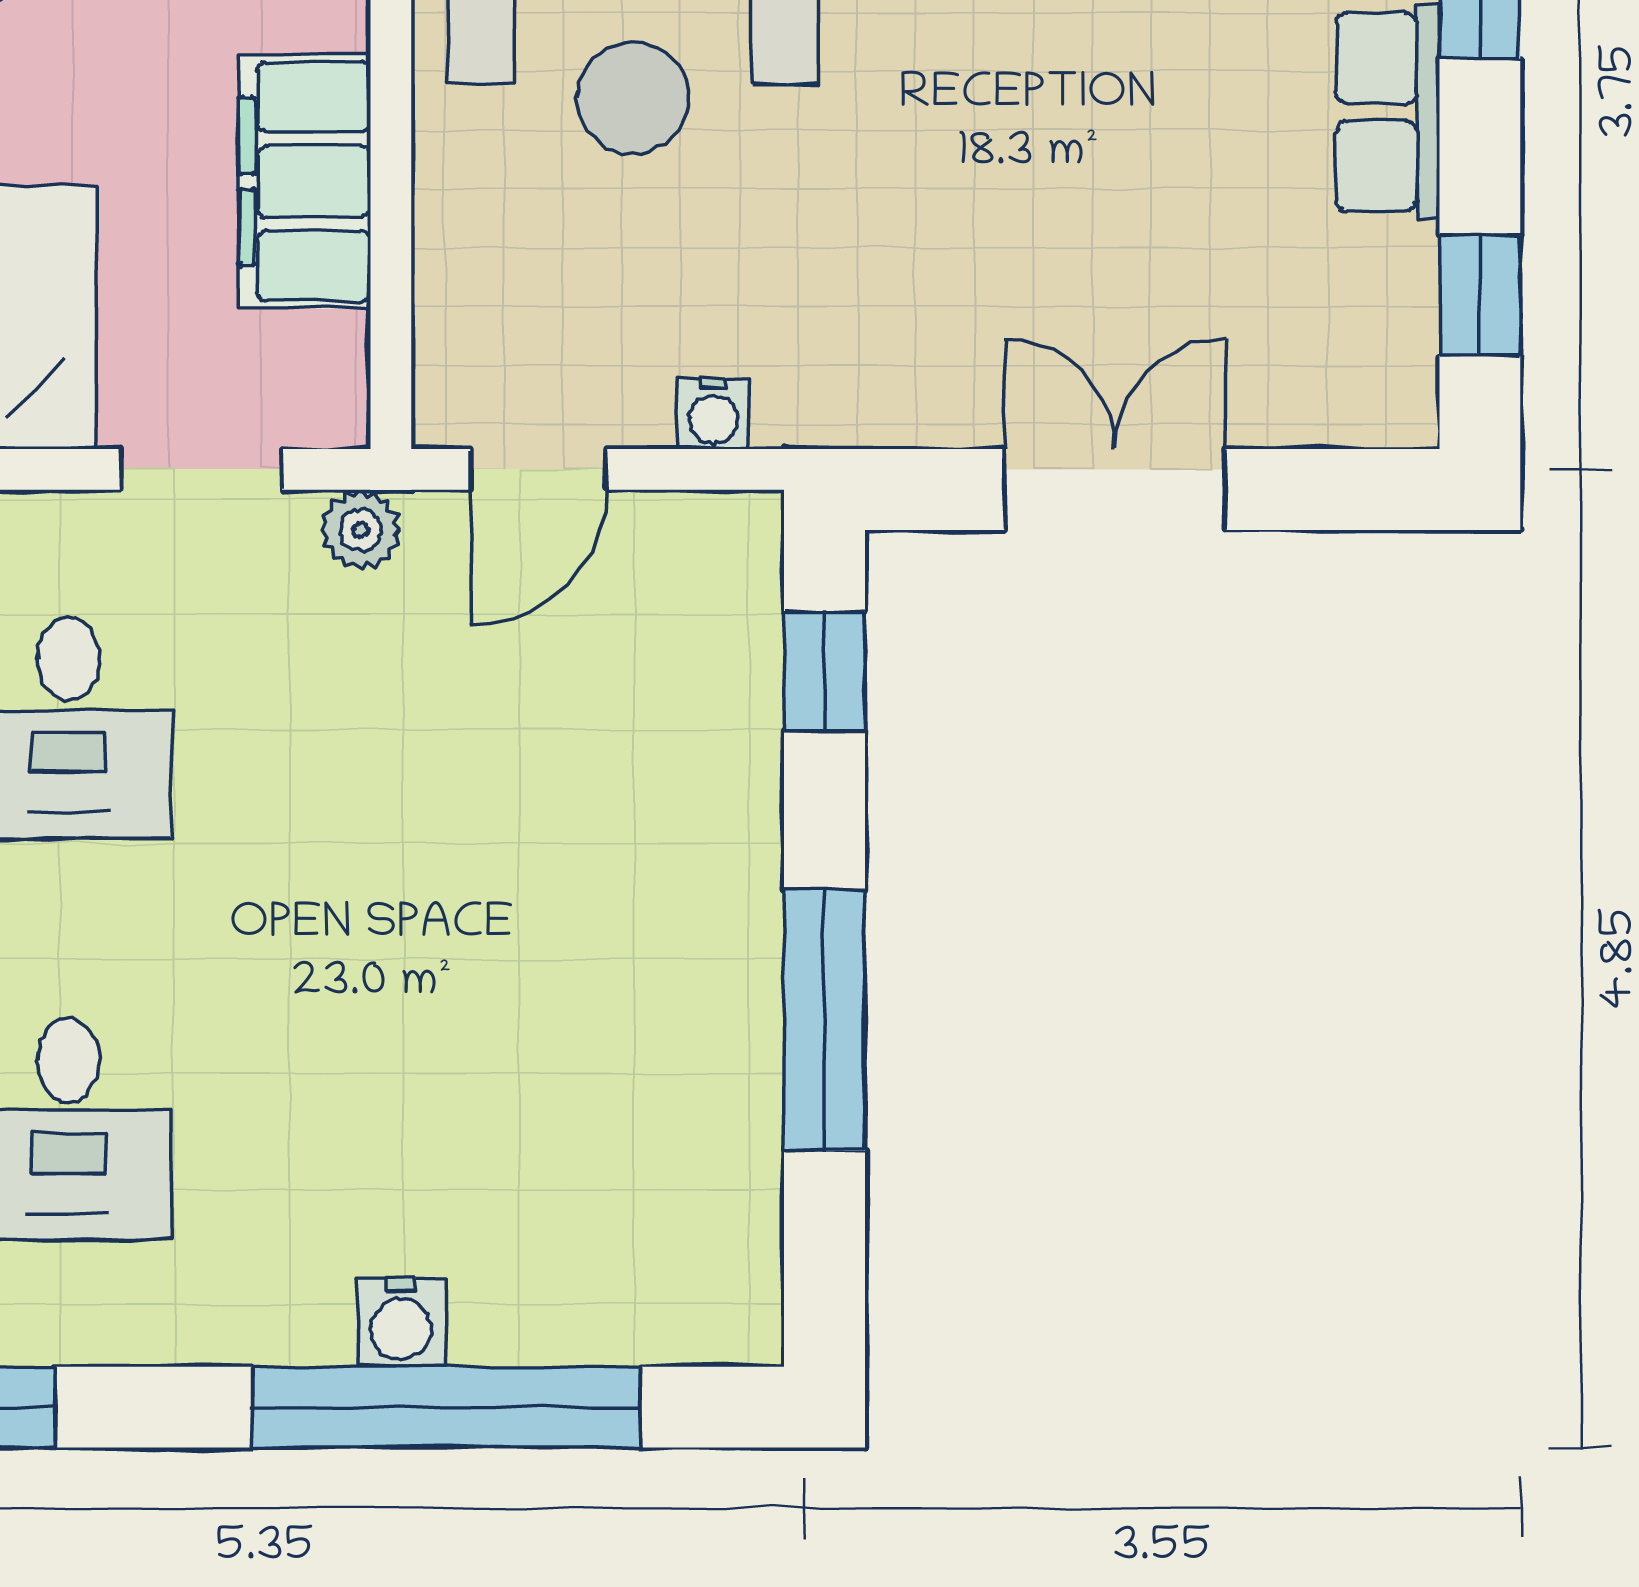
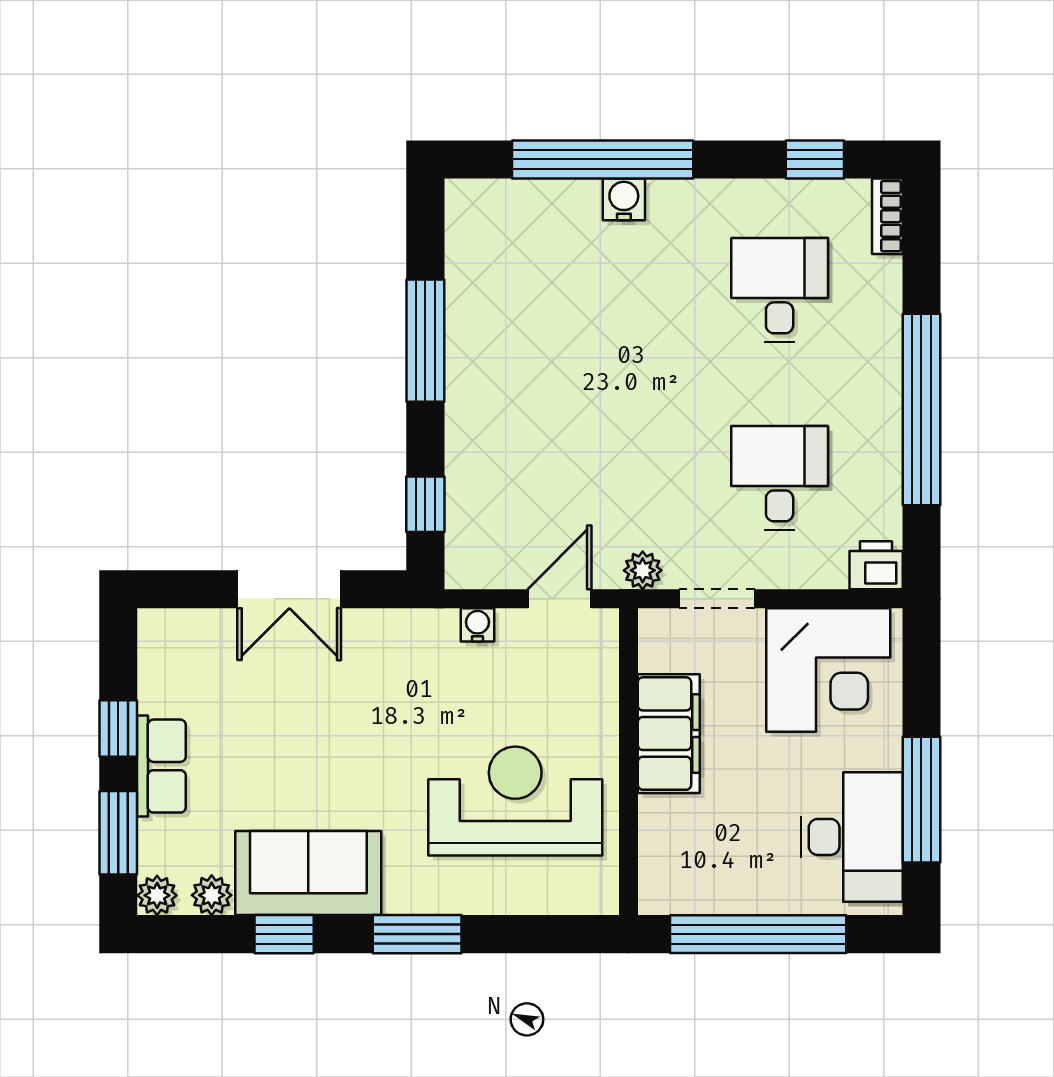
window: (1480, 295) -> (118, 729), moved

